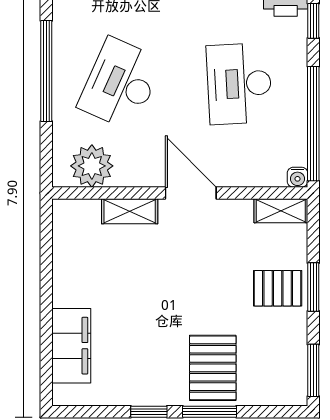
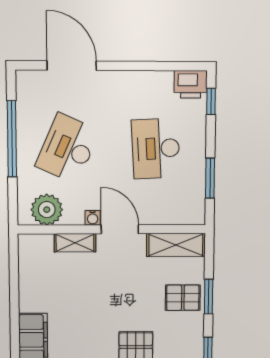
window: (313, 124) -> (210, 178), width x0.47
water cooler: (297, 177) -> (93, 218), moved
shelving: (281, 211) -> (176, 245), width x1.50, depth x1.33

